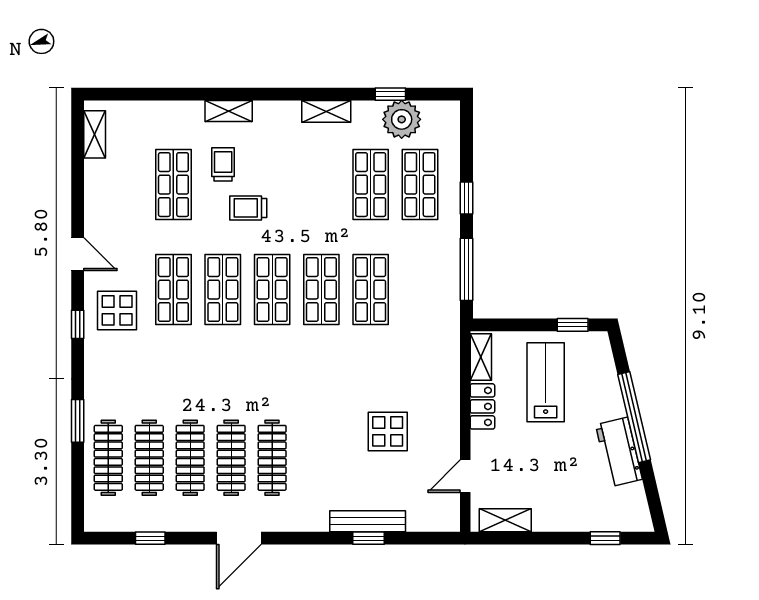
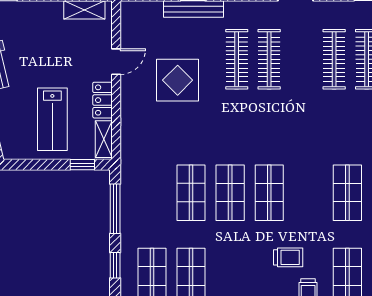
shop shelf: (223, 290) -> (308, 193), removed
window: (573, 325) -> (82, 165), moved
display table: (388, 431) -> (178, 80), width x1.36, depth x1.36
clothes rail: (231, 458) -> (237, 59), moved
door: (465, 476) -> (116, 62), moved

